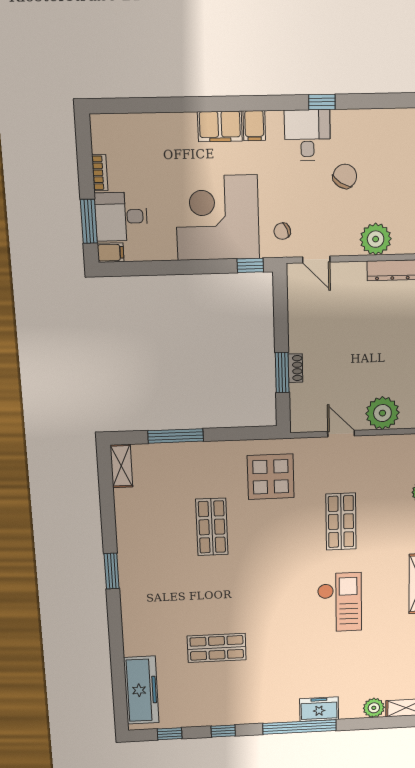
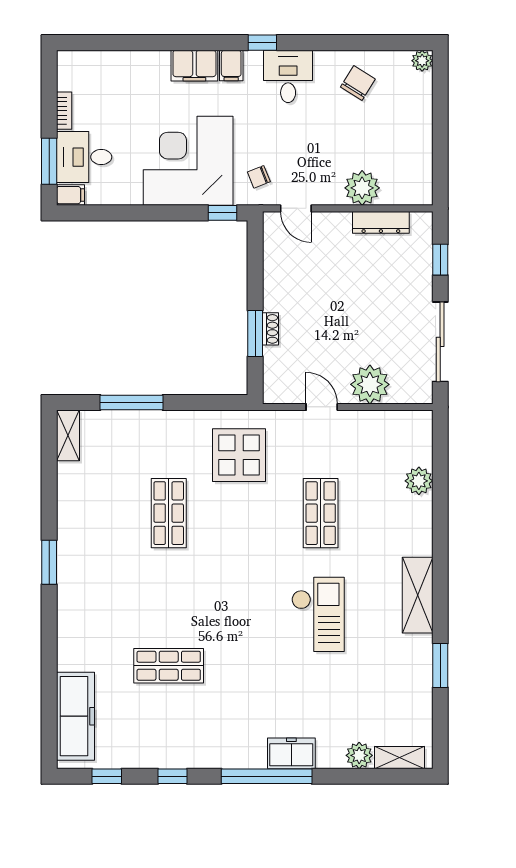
window: (322, 102) -> (262, 43), moved
chair: (345, 176) -> (358, 83), moved

